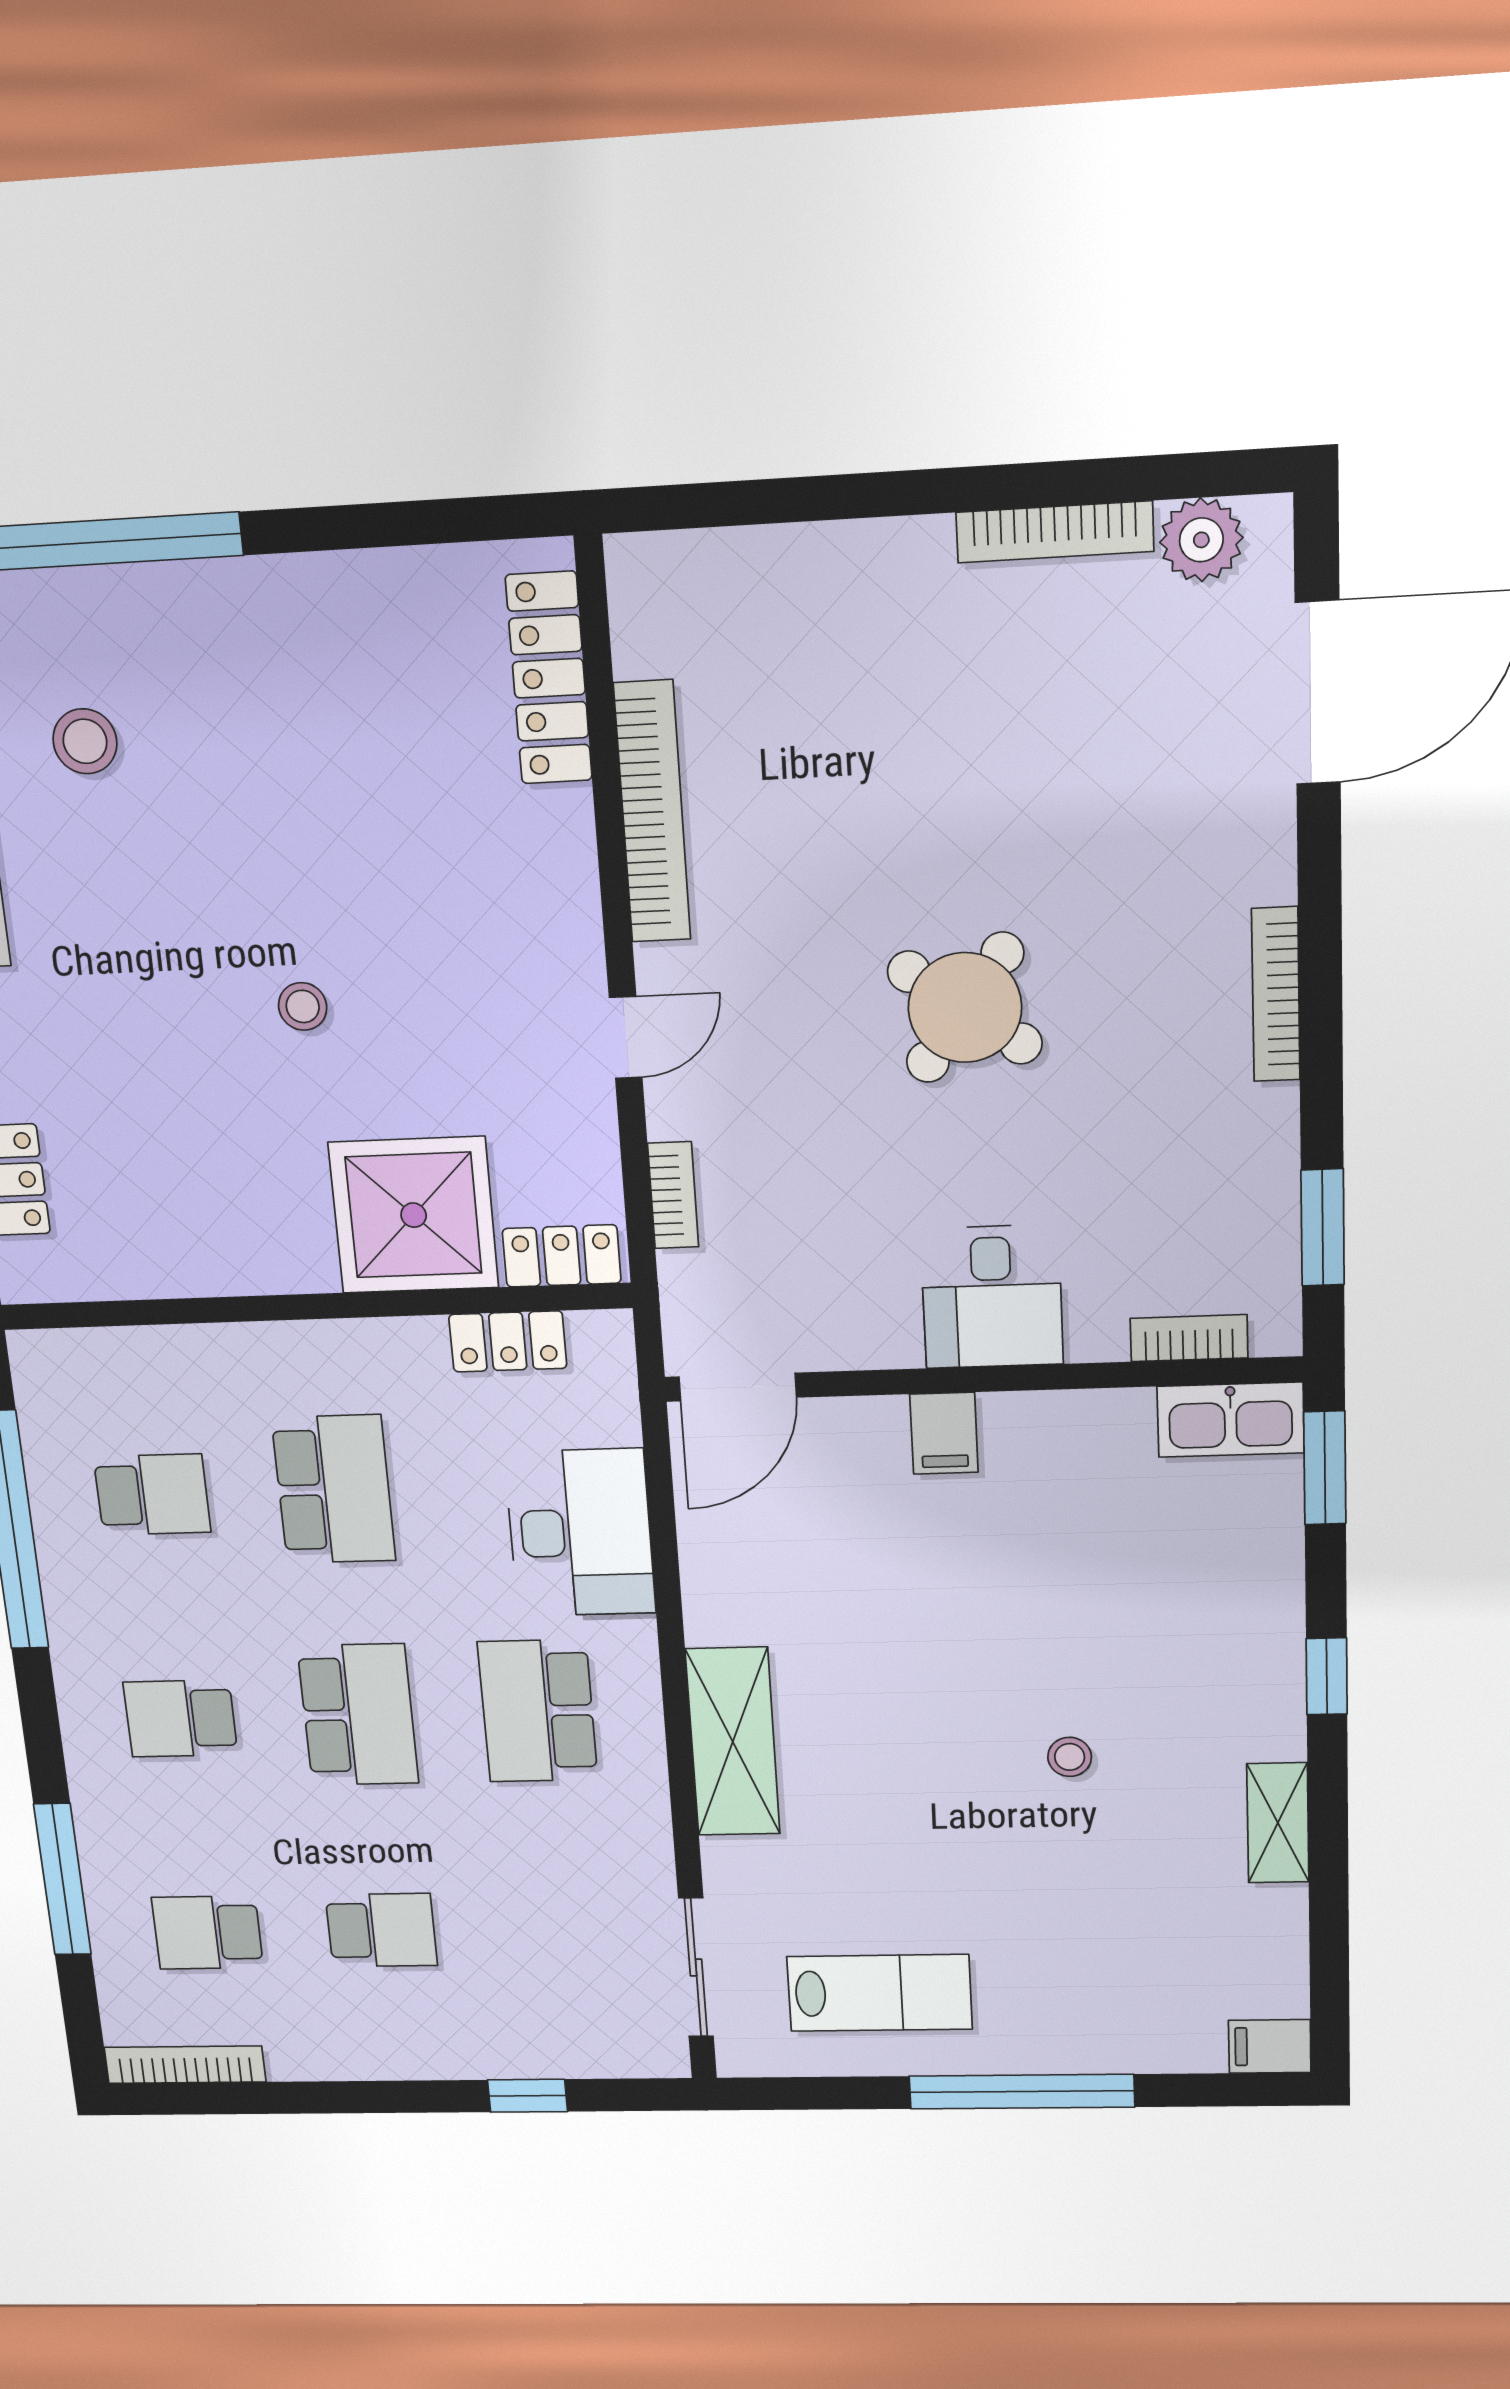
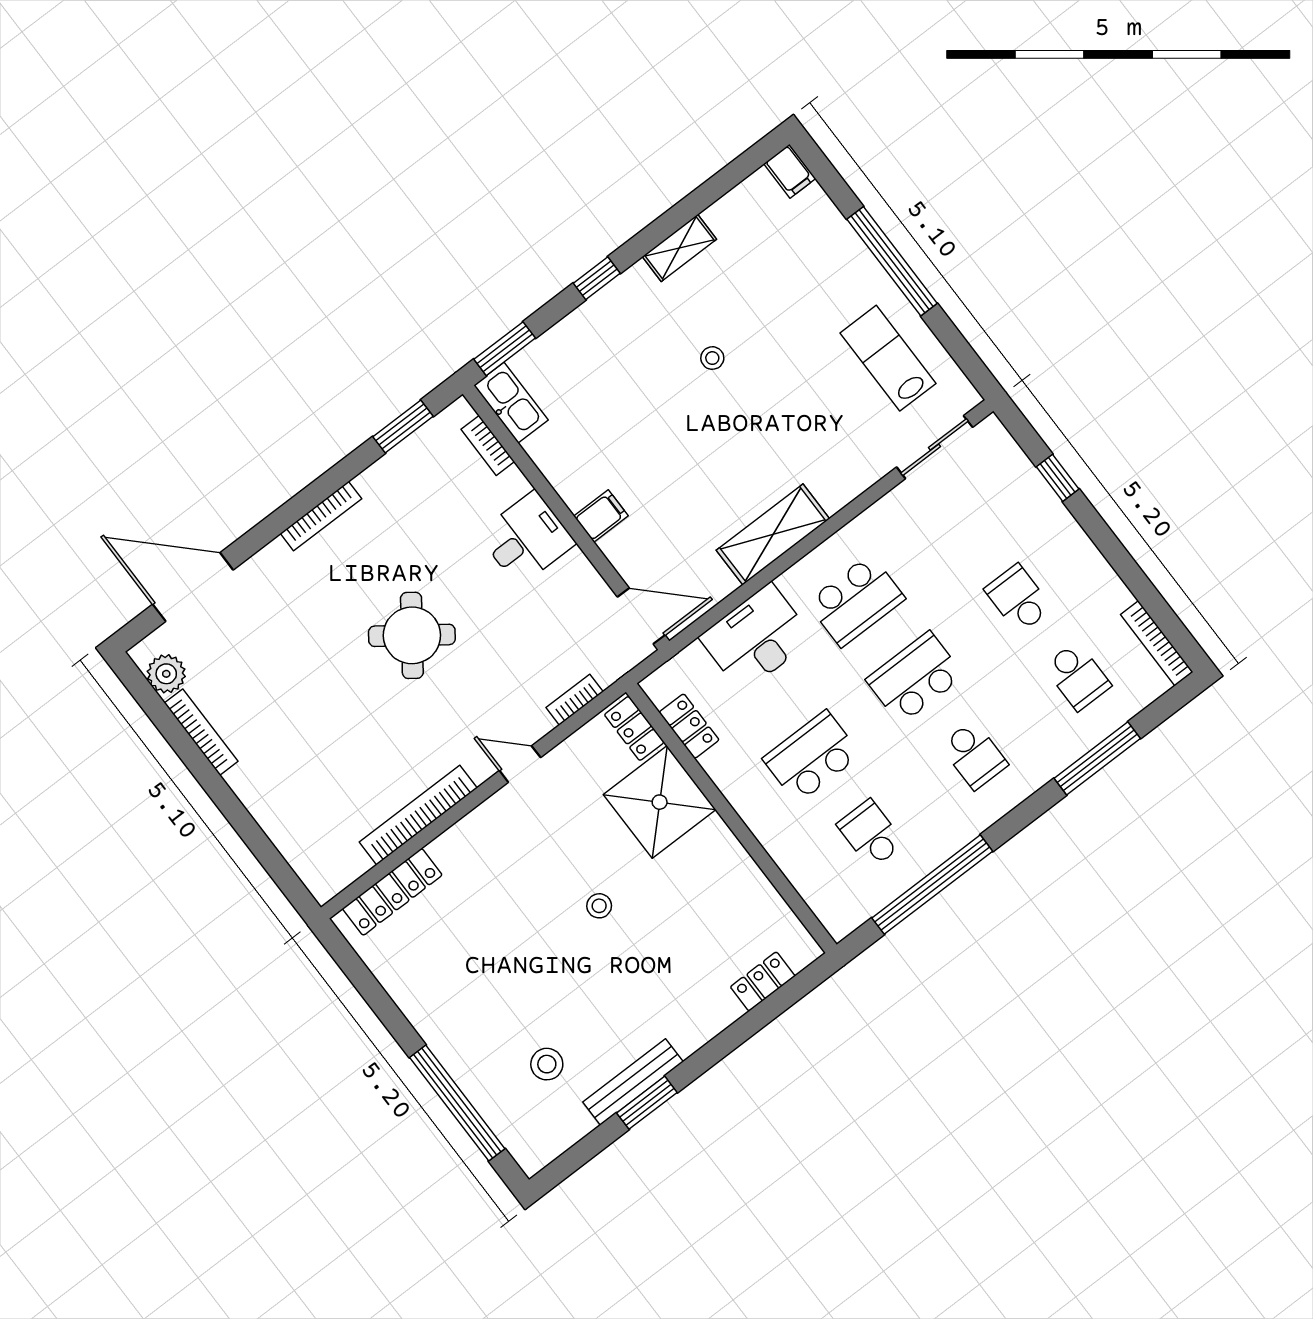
shelving: (733, 1742) -> (773, 534), moved

